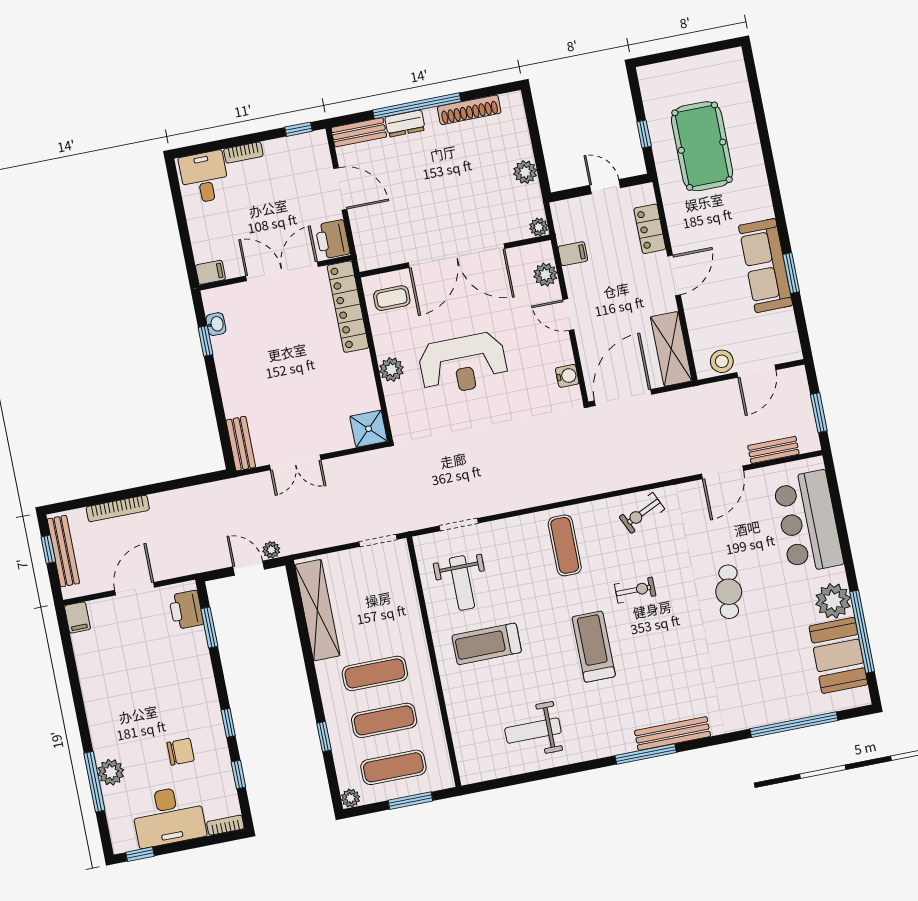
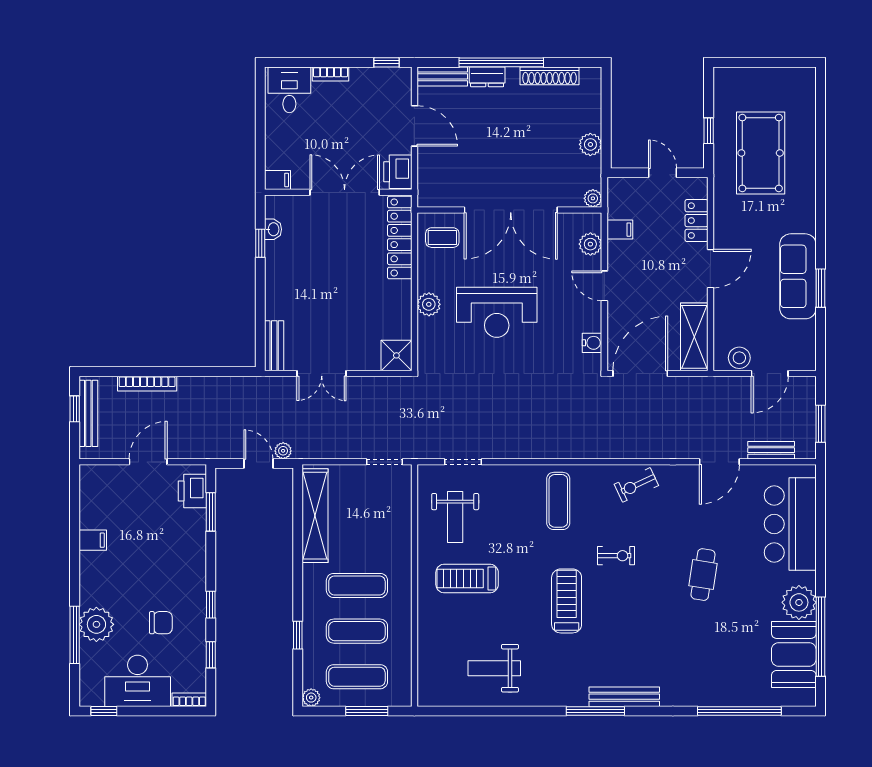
filing cabinet: (77, 617) -> (93, 540), moved, turned -90
plant: (111, 772) -> (96, 624), width x1.36, depth x1.36

